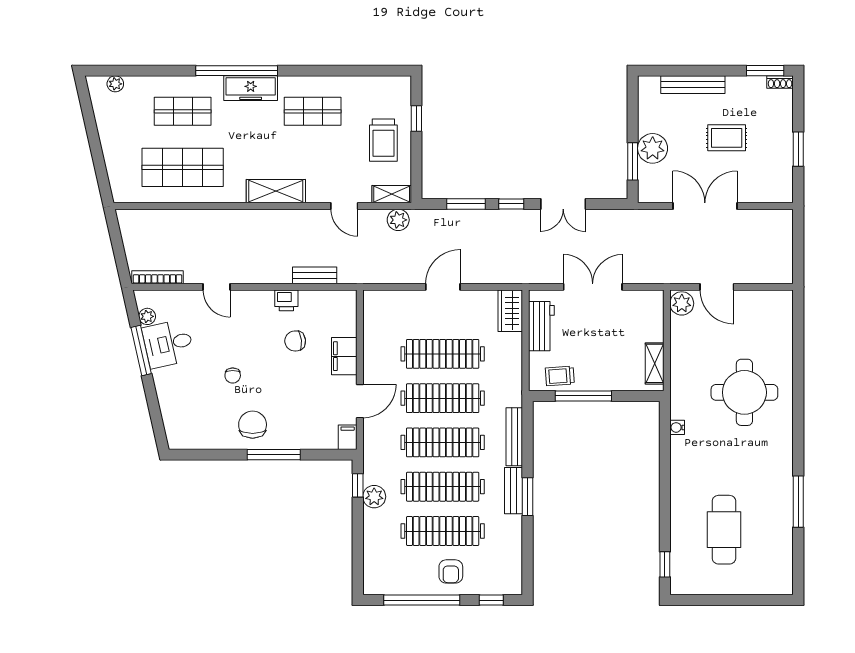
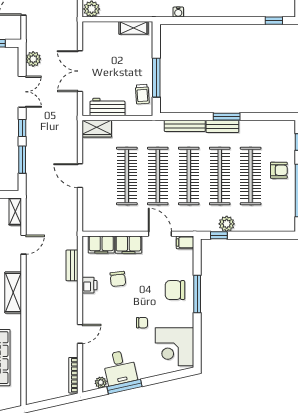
plant: (398, 220) -> (33, 59), moved
filing cabinet: (344, 317) -> (101, 245), added
corner desk: (198, 422) -> (175, 347), added
chair: (253, 425) -> (175, 290), moved

